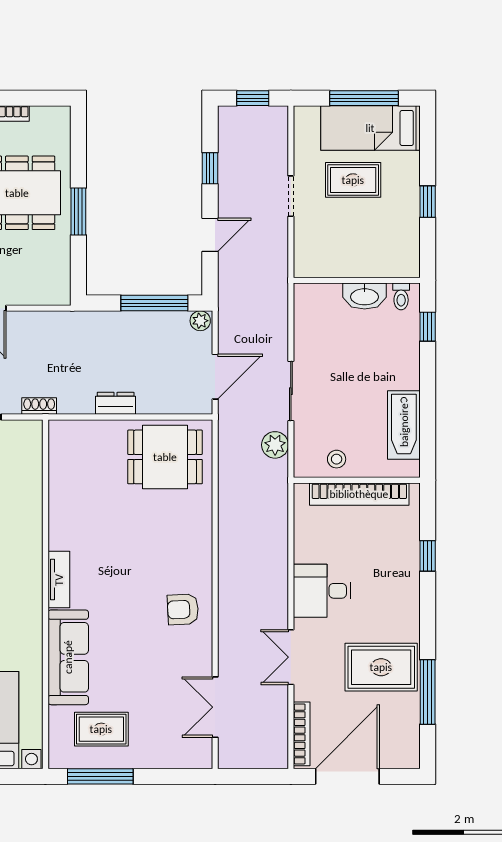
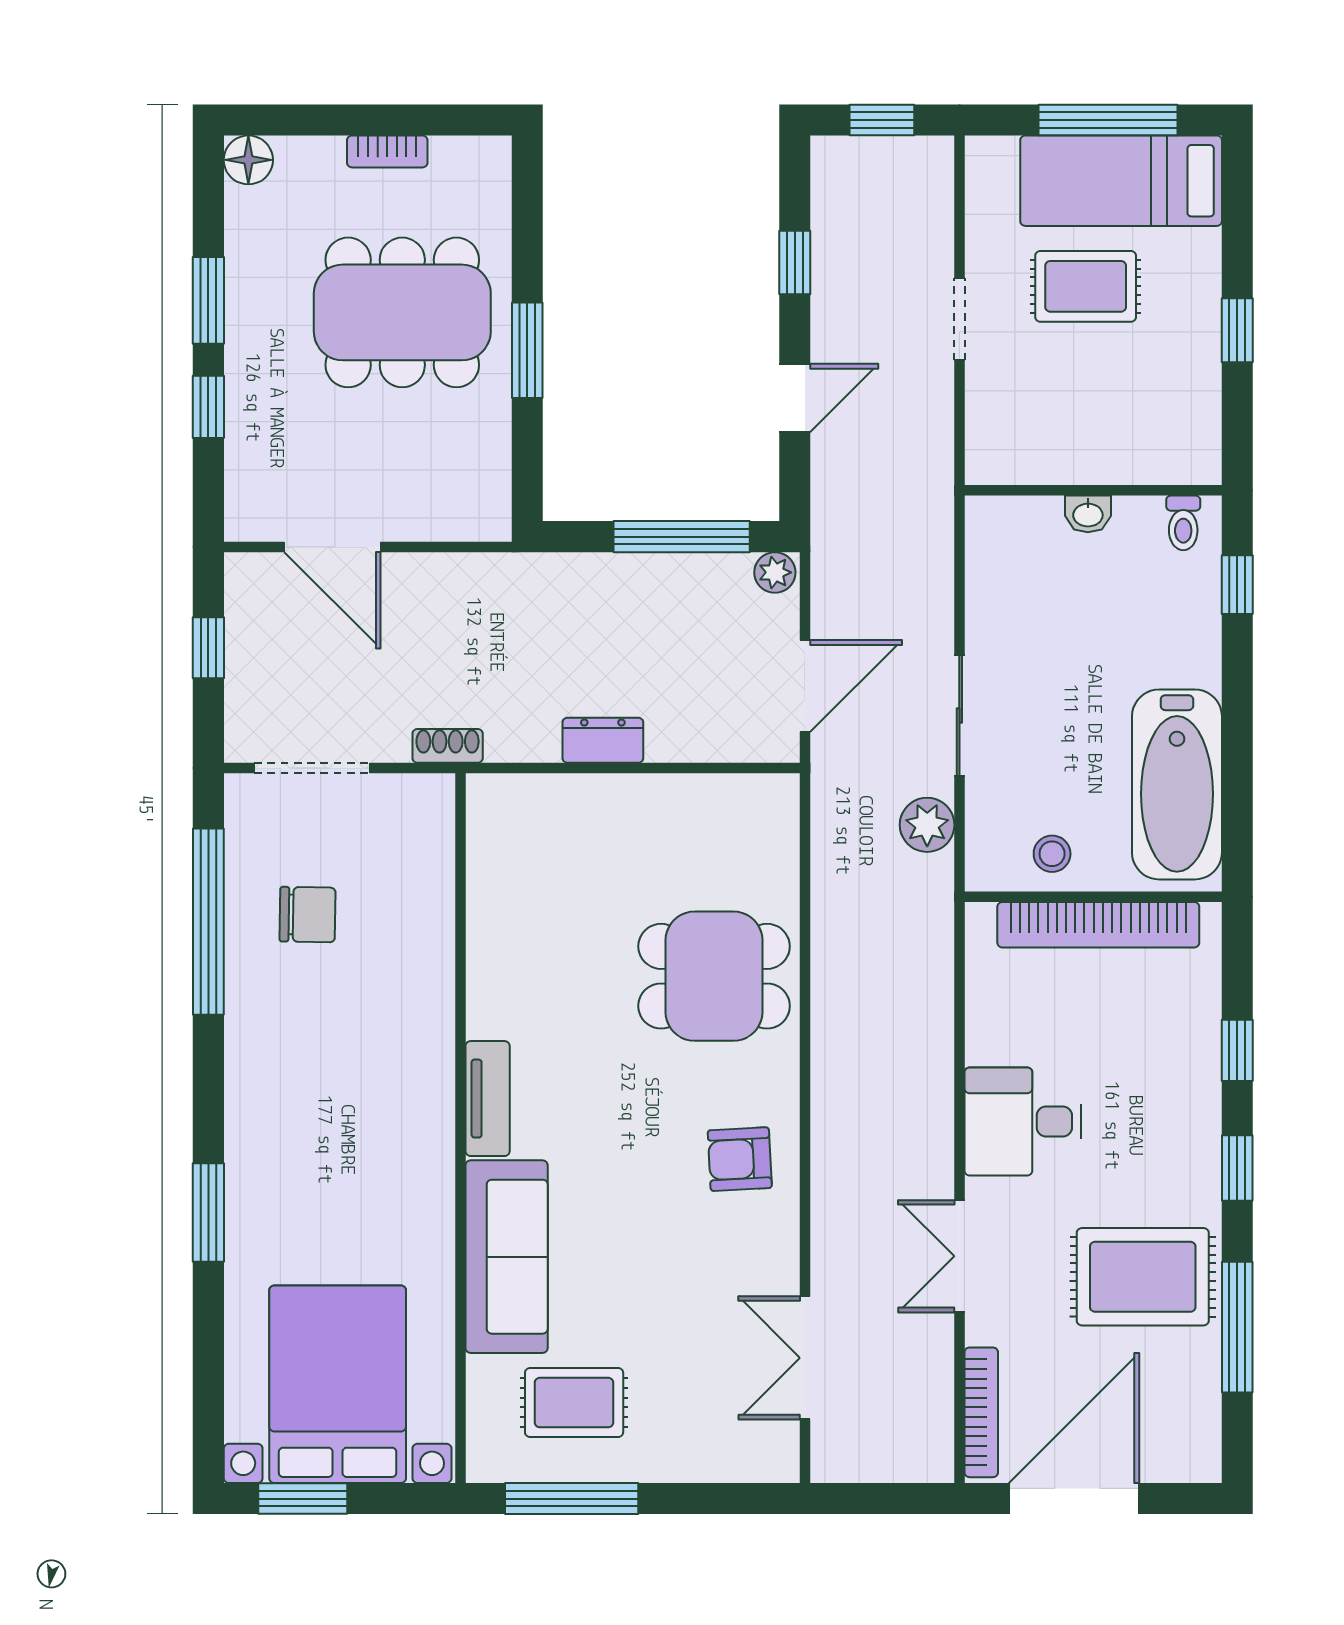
washbasin: (365, 296) -> (1088, 514), width x0.52, depth x0.69
bathtub: (404, 425) -> (1177, 784), width x1.36, depth x1.36
dining table: (165, 457) -> (714, 976), moved
window: (428, 614) -> (1237, 1168), added

